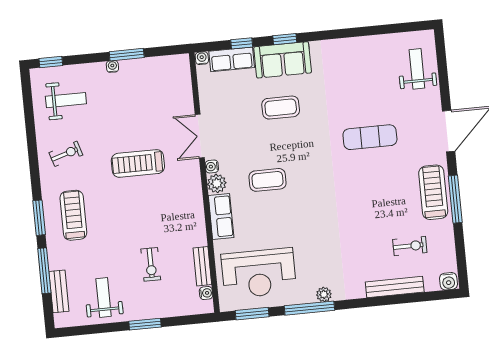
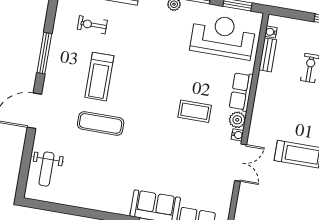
coffee table: (281, 108) -> (167, 168), removed
treadmill: (433, 192) -> (99, 77), moved

